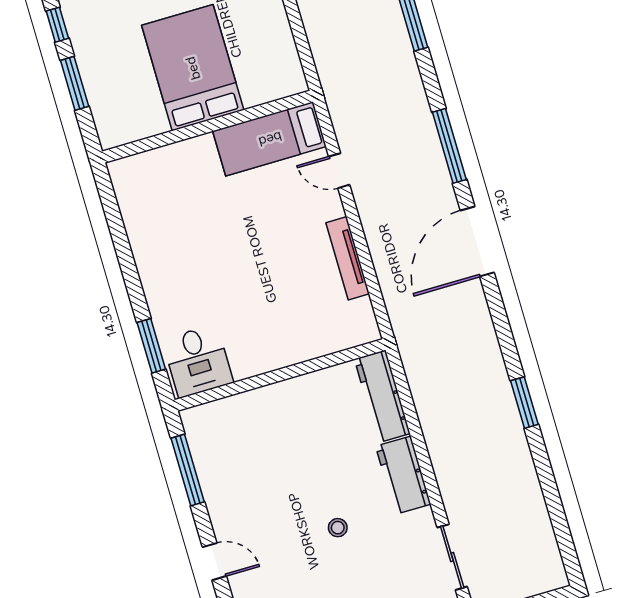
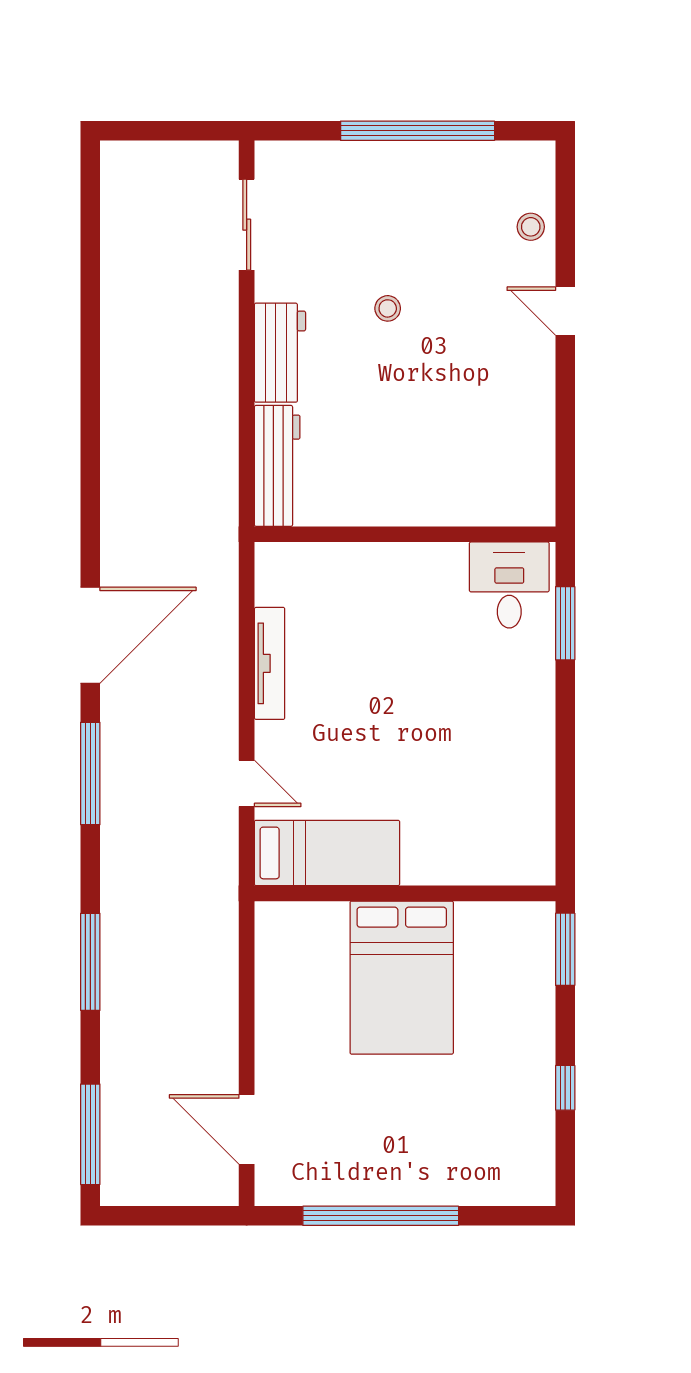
window: (75, 83) -> (565, 949), moved
window: (524, 403) -> (90, 402), removed
window: (188, 470) -> (565, 444), removed

